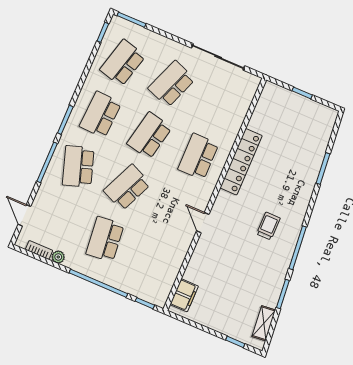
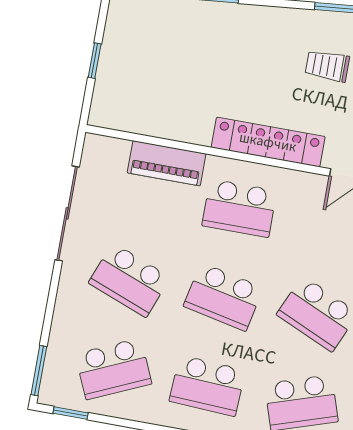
school desk: (123, 63) -> (113, 369), turned -39
piano: (234, 121) -> (167, 163), added
locker: (241, 162) -> (268, 142), moved

